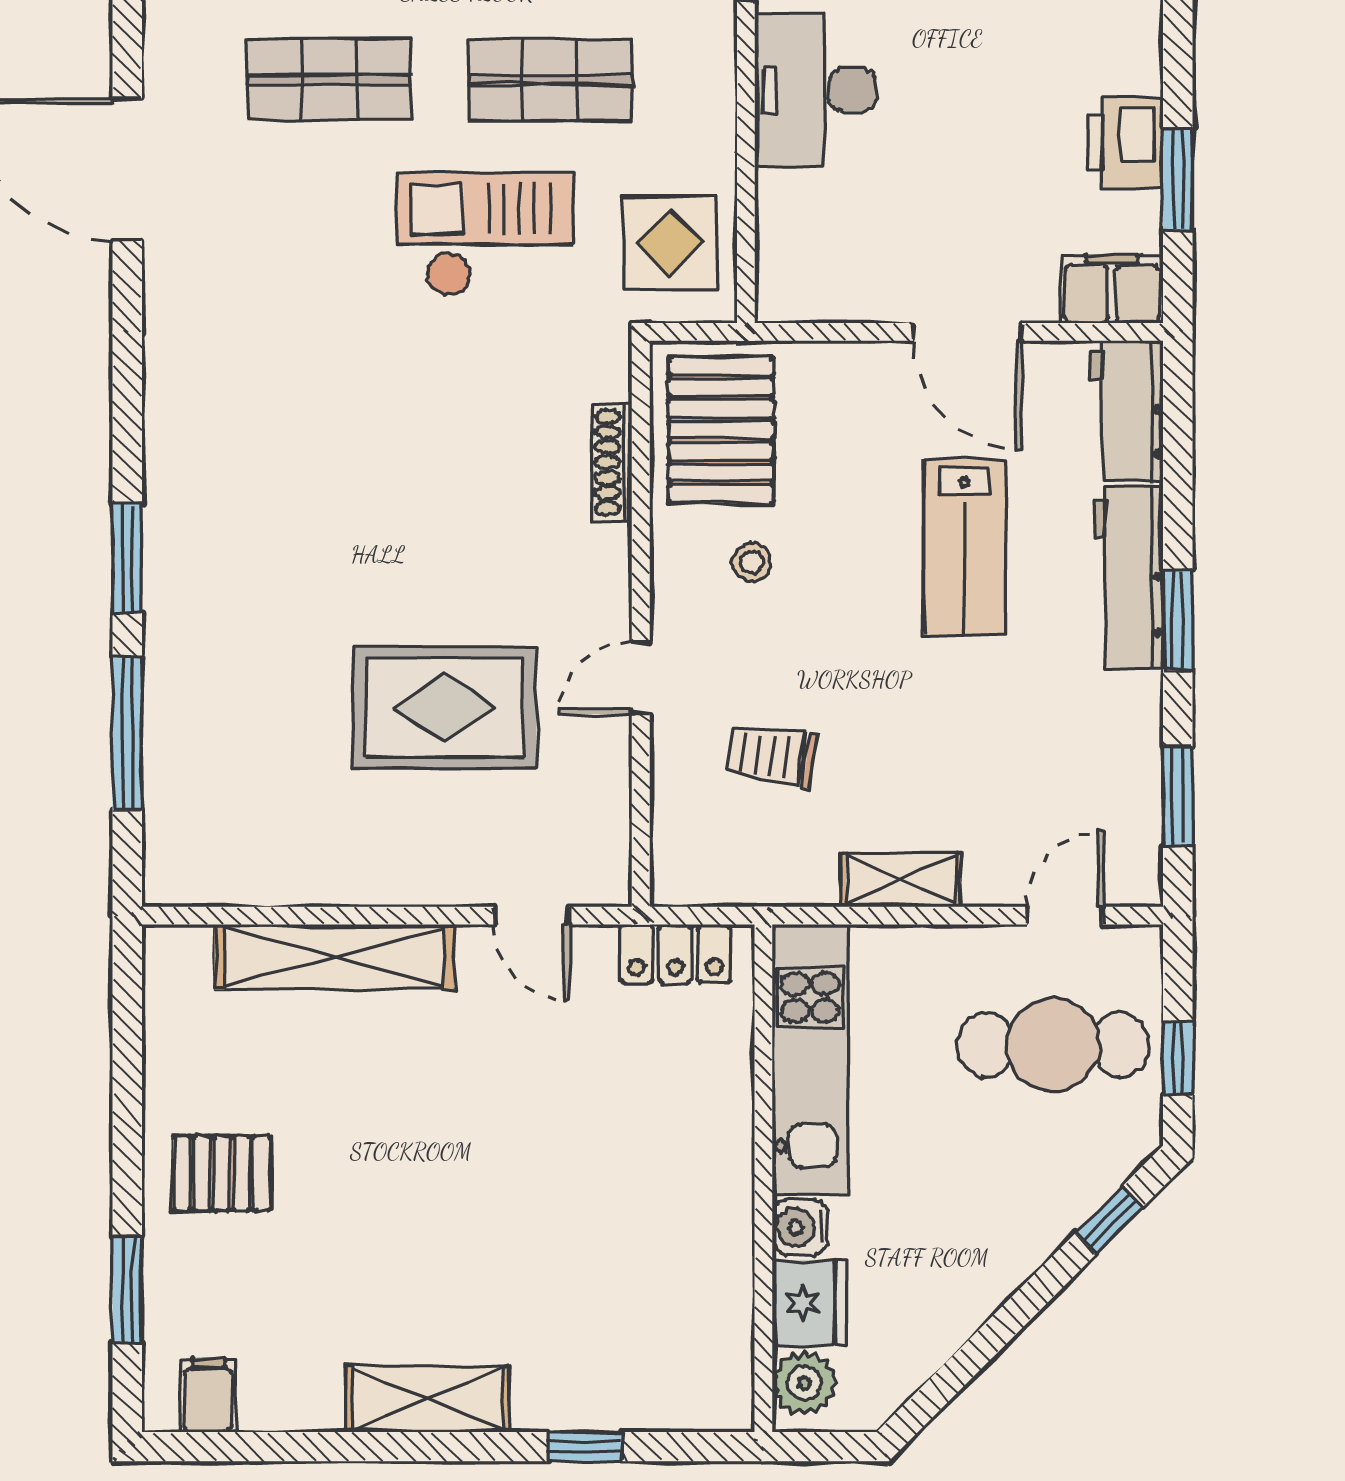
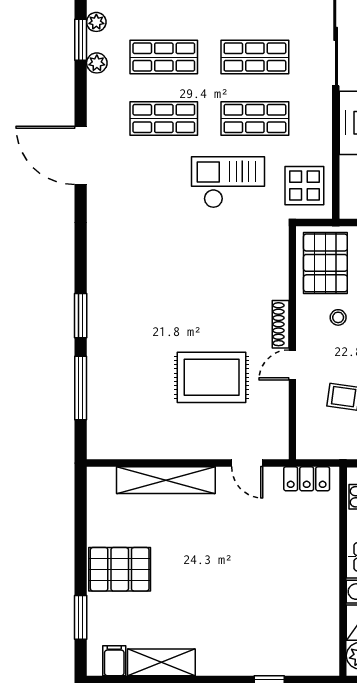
shoe rack: (612, 462) -> (281, 324), moved
pallet: (222, 1173) -> (120, 569), width x1.50, depth x1.42
shelving: (427, 1399) -> (161, 662), moved

